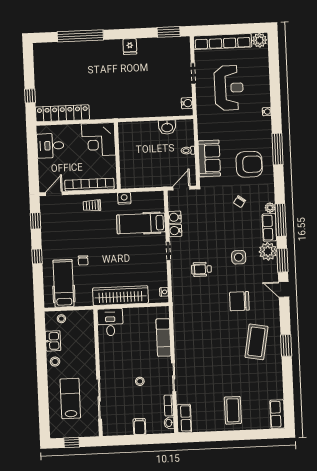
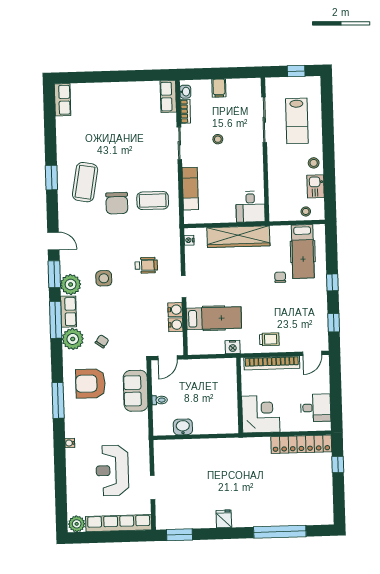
water cooler: (187, 103) -> (160, 454), removed
plant: (270, 208) -> (73, 339), width x1.88, depth x1.88
chair: (239, 301) -> (117, 203), moved, turned 90
coffee table: (233, 410) -> (153, 201), moved, turned 90

